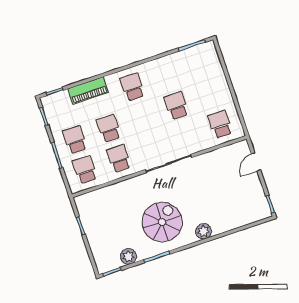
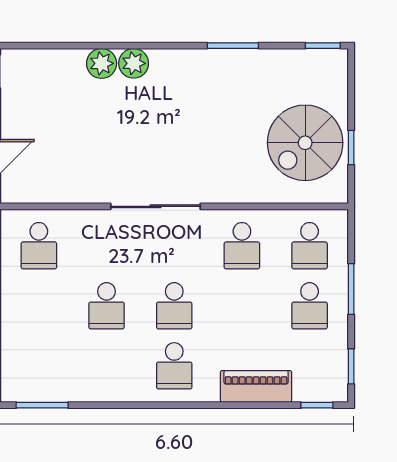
school desk: (109, 128) -> (174, 306), moved
spiral stairs: (162, 222) -> (305, 143), moved
plant: (128, 256) -> (102, 63), moved

